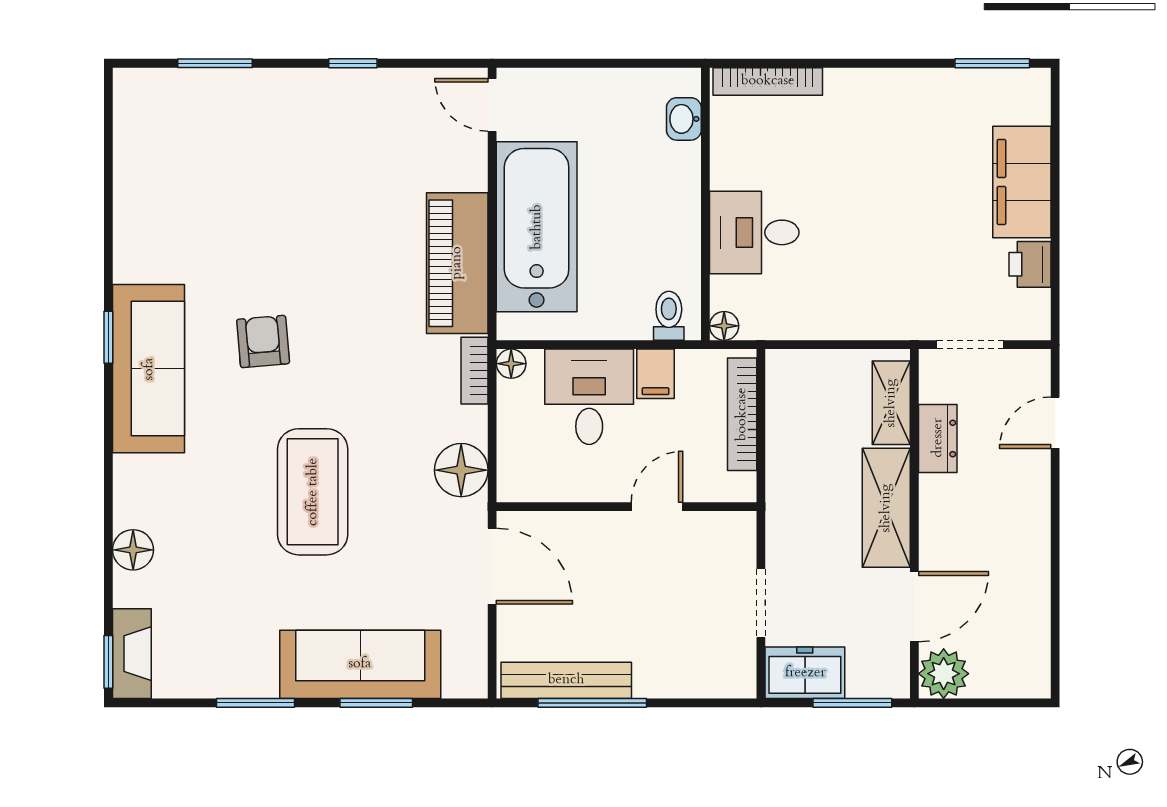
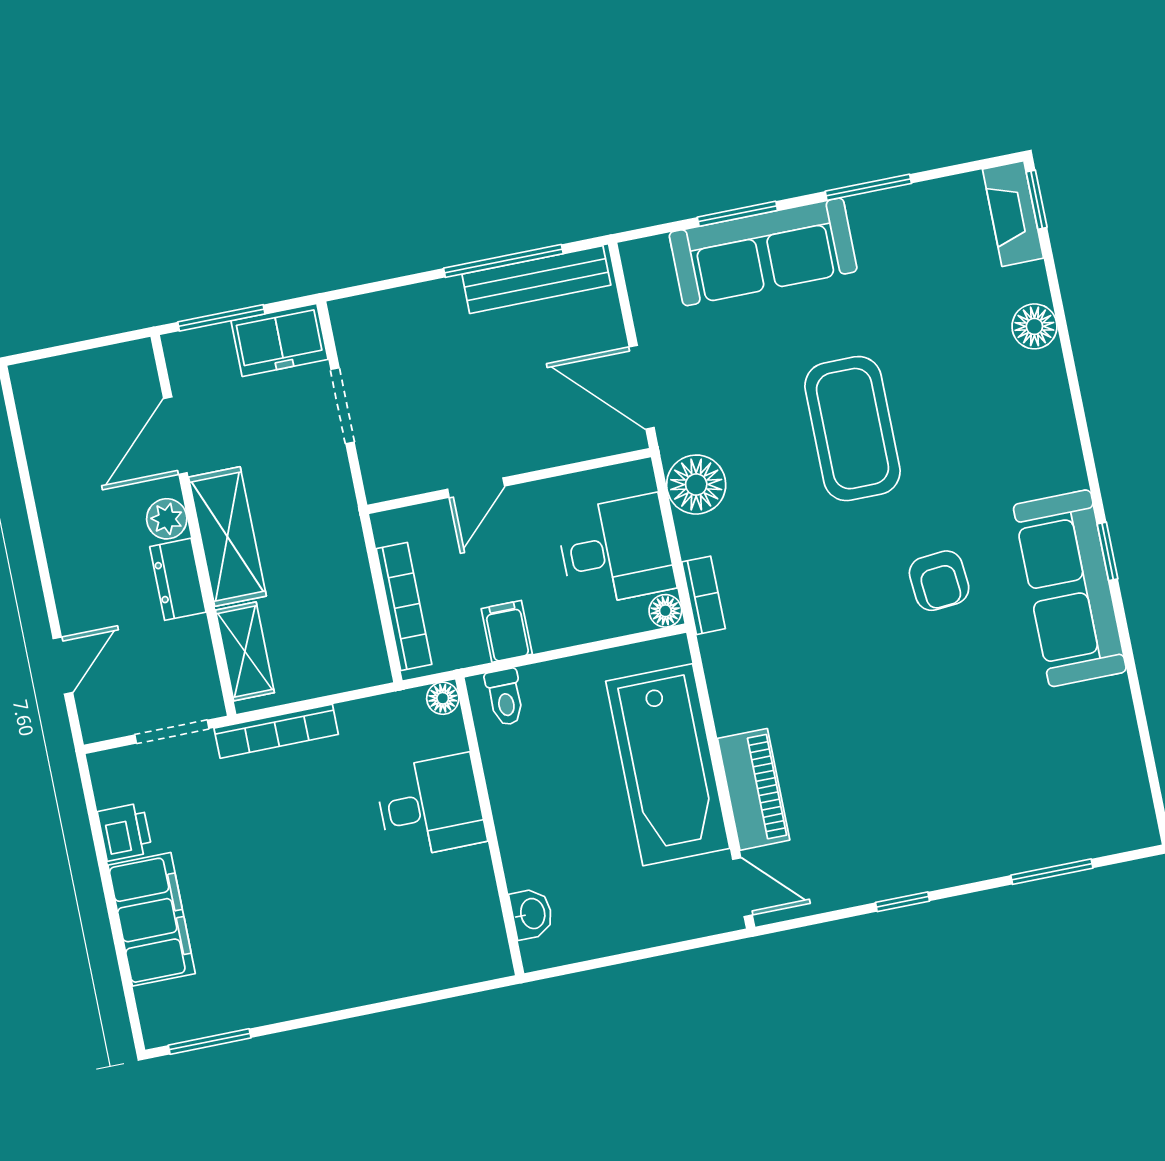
bookcase: (768, 81) -> (276, 731), moved, turned 180
piano: (457, 263) -> (754, 789), moved, width x0.73, depth x0.75
sofa: (149, 369) -> (1070, 588), moved
desk: (589, 397) -> (616, 550), moved, turned -90
dresser: (938, 438) -> (178, 579), moved
plant: (944, 674) -> (167, 519), moved, width x0.73, depth x0.73

